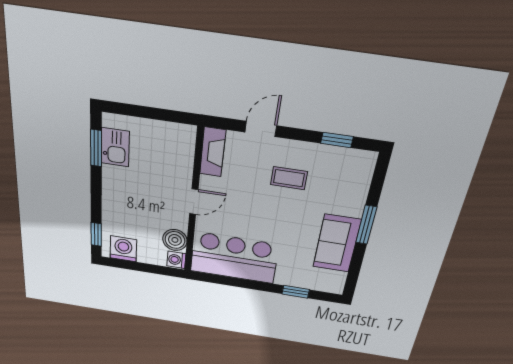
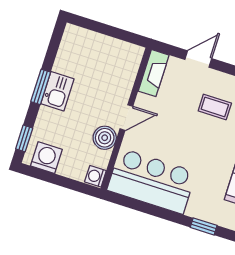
kitchen sink: (115, 147) -> (57, 91), moved
window: (96, 148) -> (41, 87), moved
boiler: (175, 240) -> (105, 138), moved

